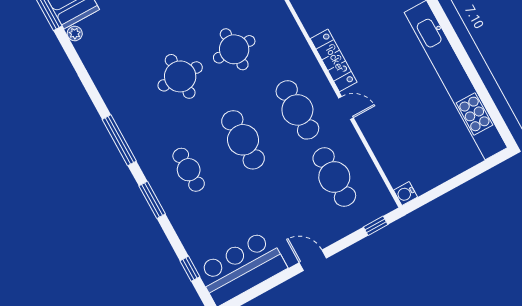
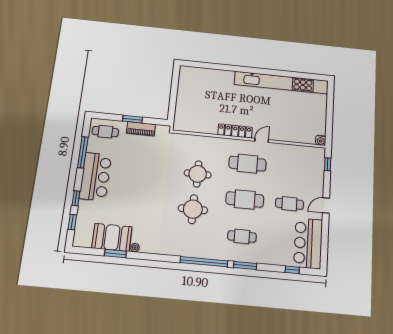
window: (119, 140) -> (204, 262), width x1.46
cafe table: (334, 177) -> (289, 204), moved, width x0.73, depth x0.74

